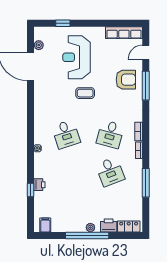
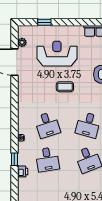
reception desk: (76, 57) -> (57, 54), turned 90
desk: (66, 172) -> (47, 159), added
window: (31, 190) -> (14, 159), moved

